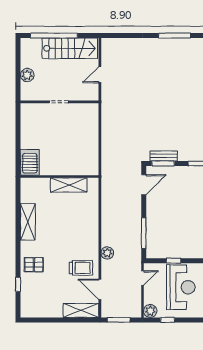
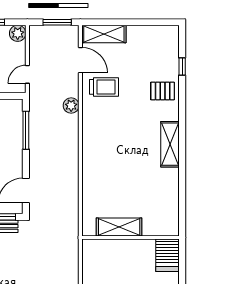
server rack: (30, 162) -> (168, 255), moved
wall: (60, 177) -> (131, 237), moved
shelving: (69, 185) -> (119, 227), moved
trolley: (81, 268) -> (104, 87), turned 180

